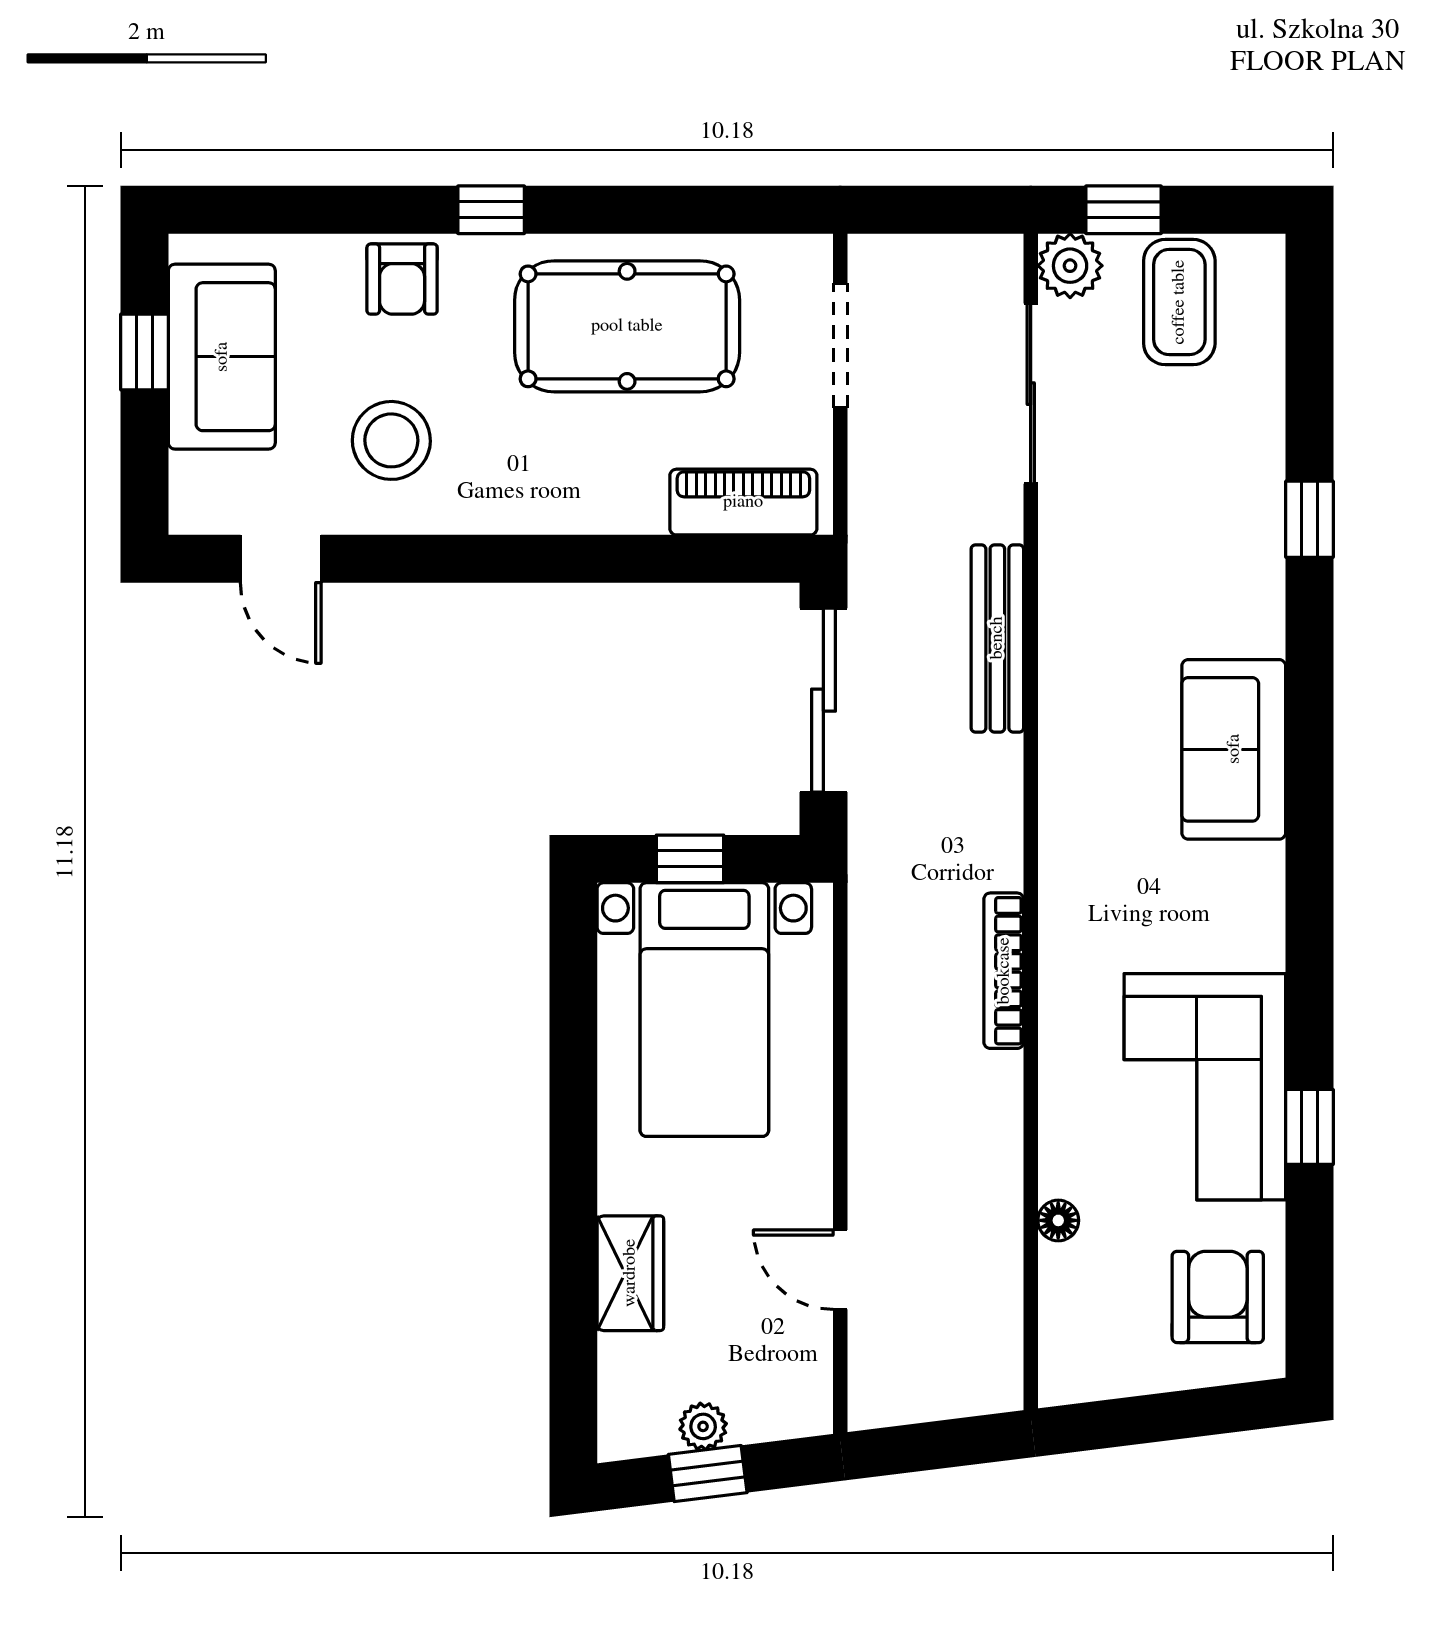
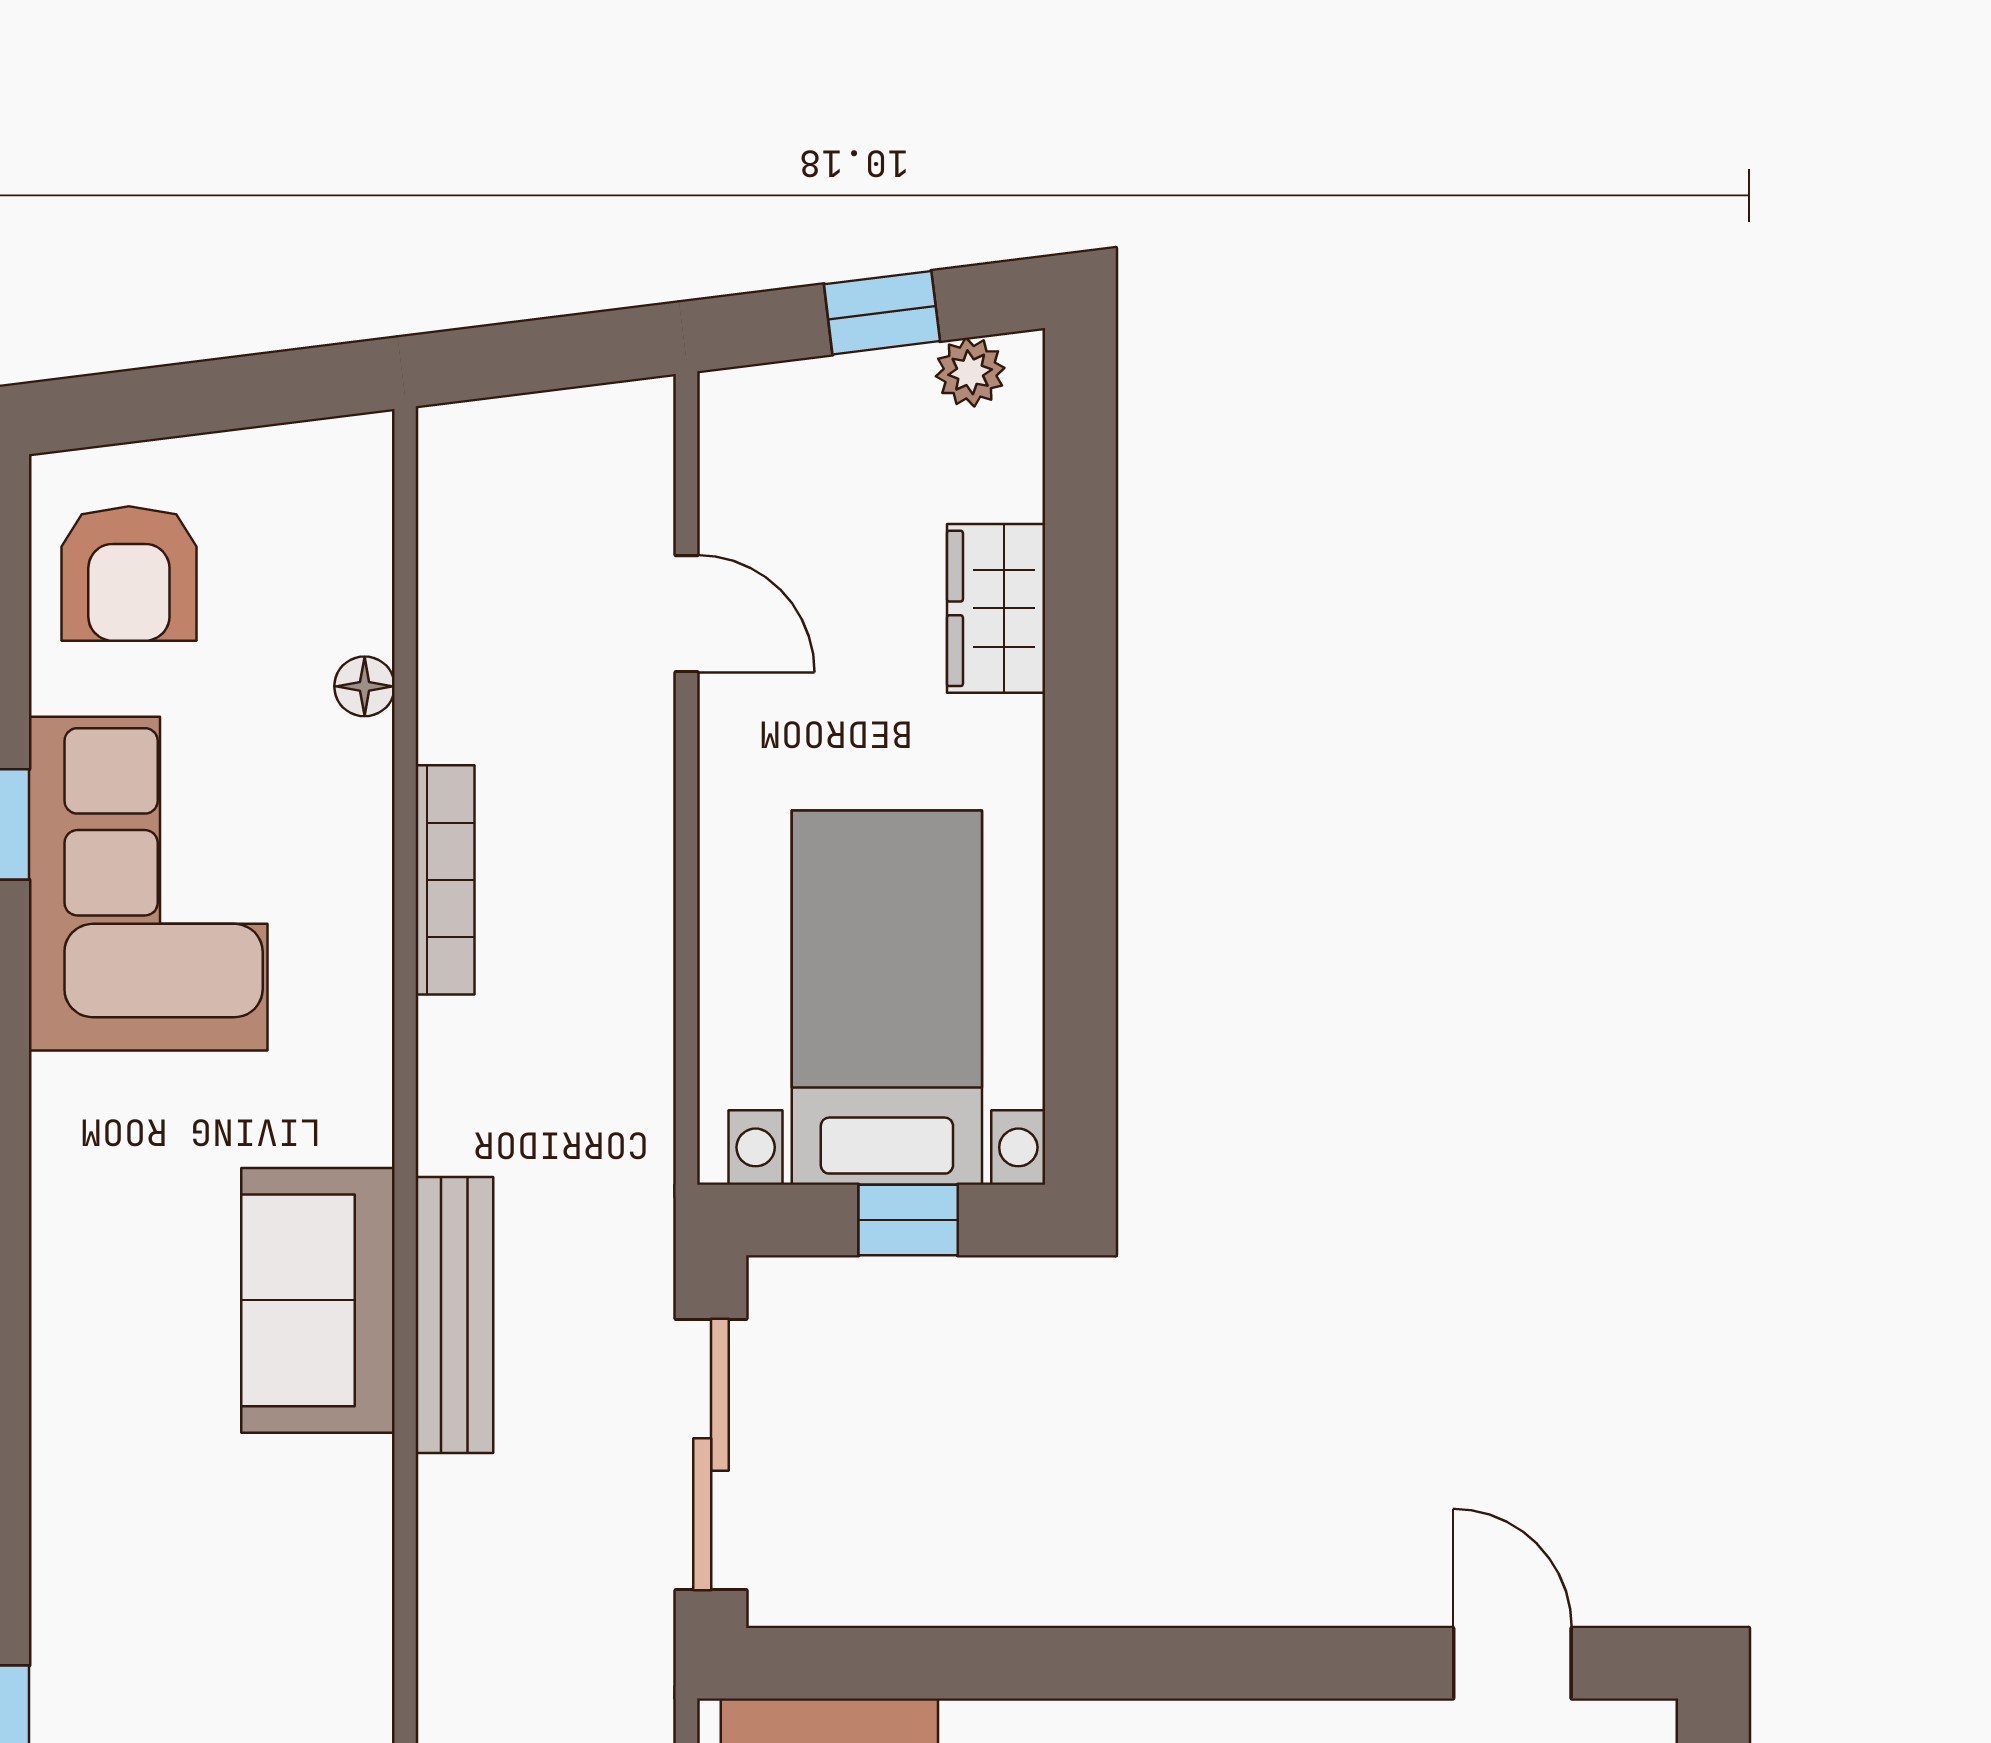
bench: (997, 638) -> (454, 1315), moved
sofa: (1234, 749) -> (318, 1300), moved, turned 180
bookcase: (1004, 971) -> (445, 880), moved
plant: (703, 1426) -> (970, 372), moved

